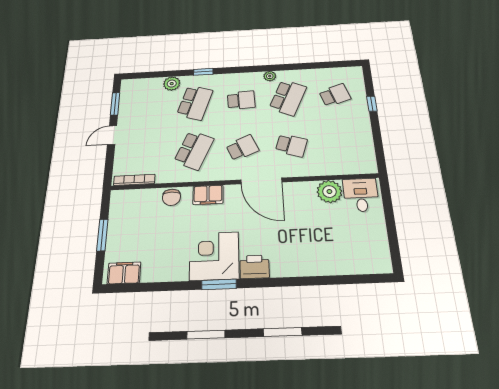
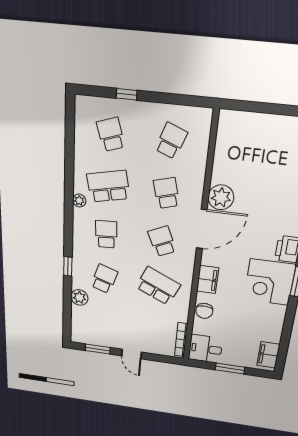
school desk: (288, 98) -> (108, 186), turned -36
school desk: (195, 103) -> (104, 279), width x0.54
school desk: (341, 143) -> (171, 141), added
school desk: (291, 145) -> (166, 193), turned -33
plant: (329, 192) -> (221, 197), moved
desk: (361, 195) -> (205, 349), moved
chair: (171, 197) -> (204, 311), turned 90

